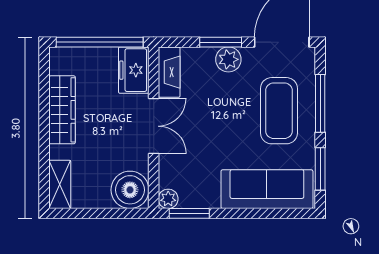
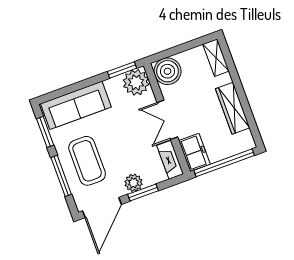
plant: (168, 199) -> (136, 82), width x1.88, depth x1.88

